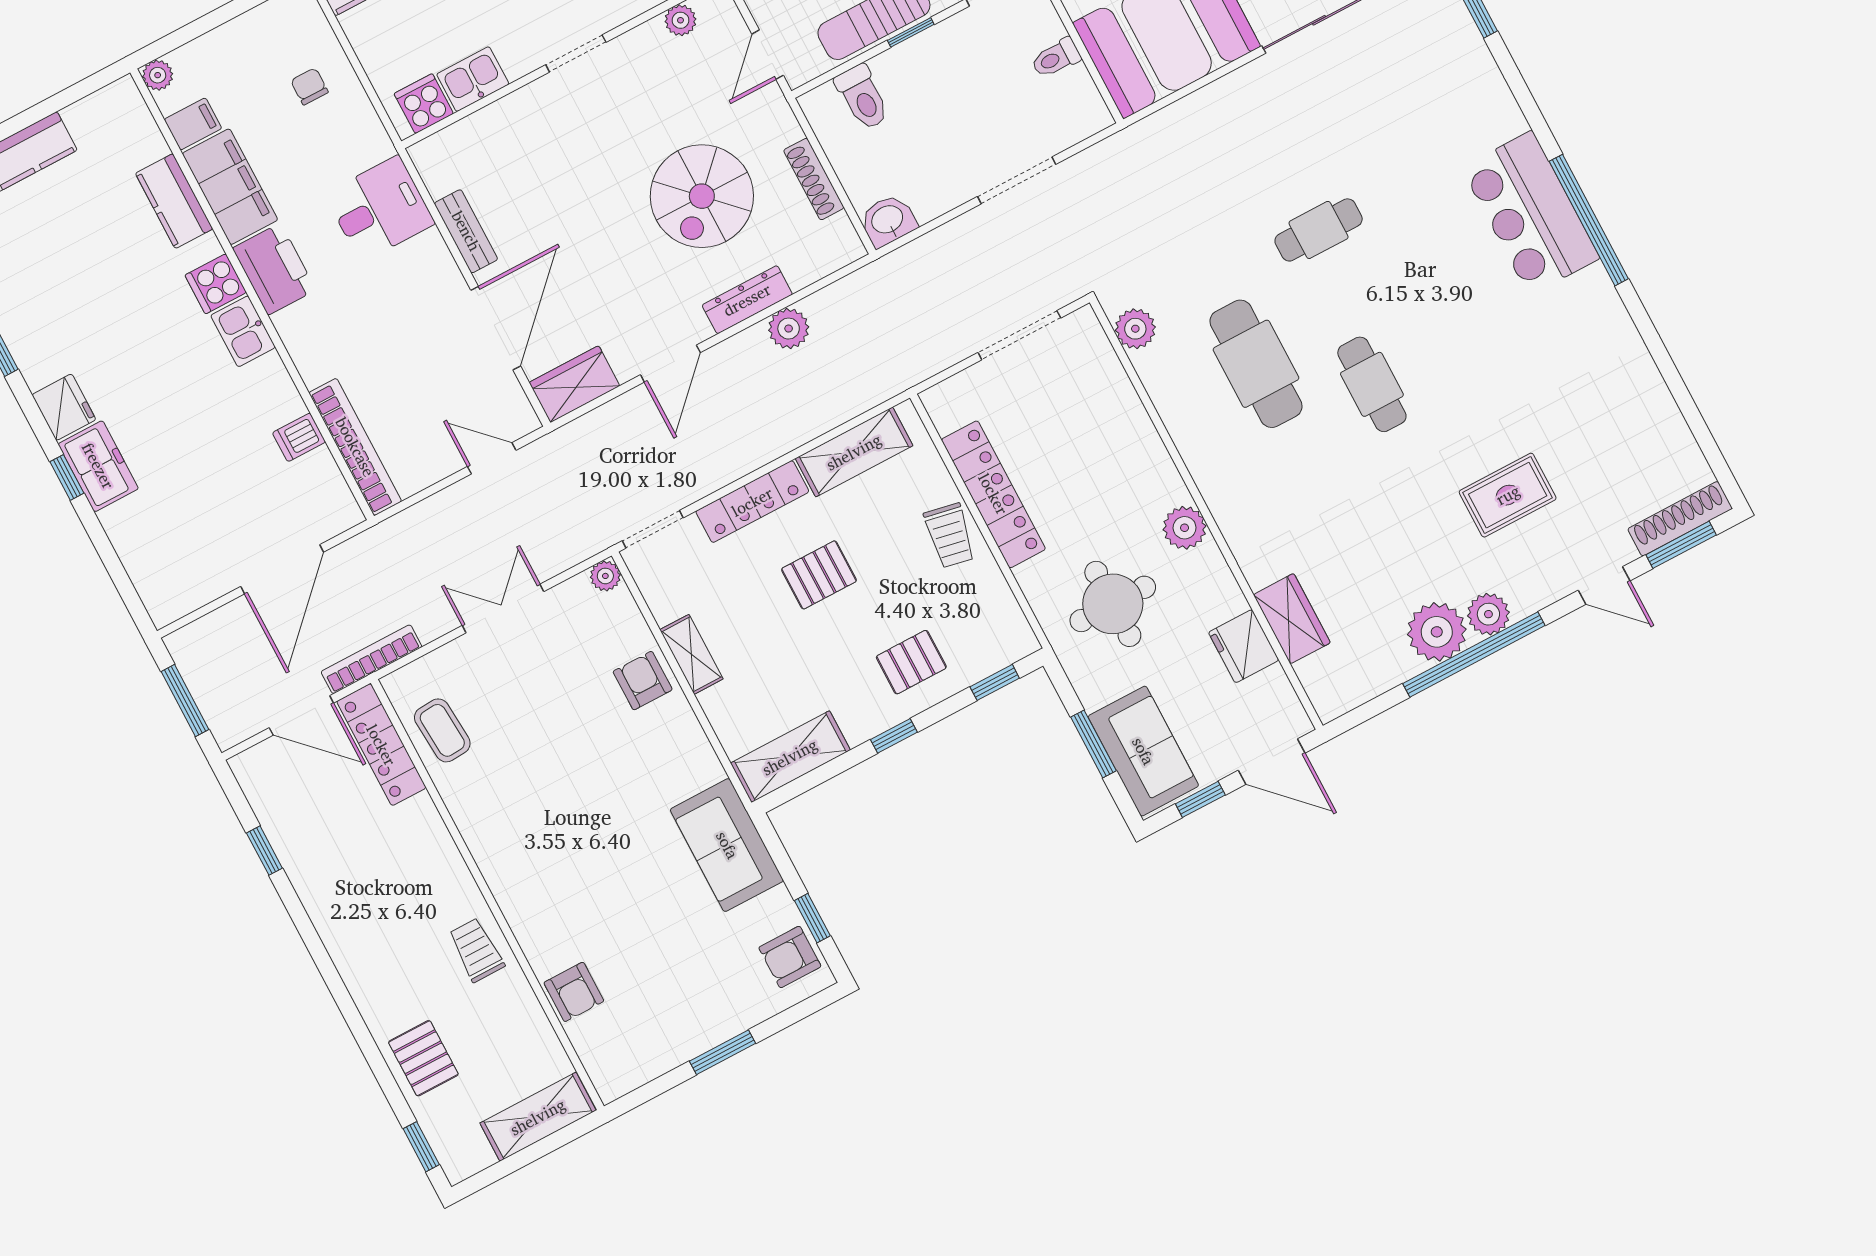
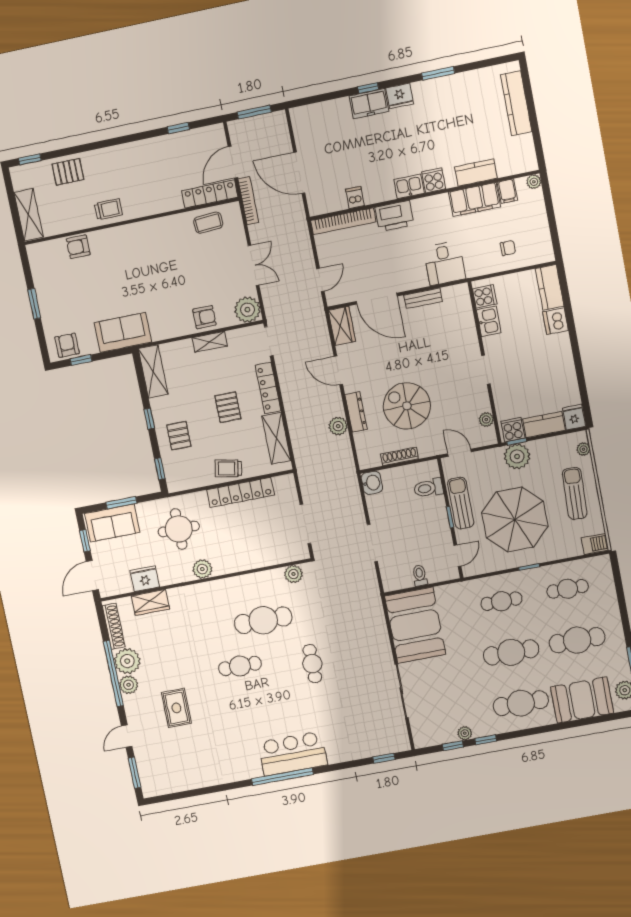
printer: (274, 269) -> (394, 216), moved
shoe rack: (1680, 519) -> (114, 626), moved
plant: (605, 576) -> (247, 310), width x1.87, depth x1.87

